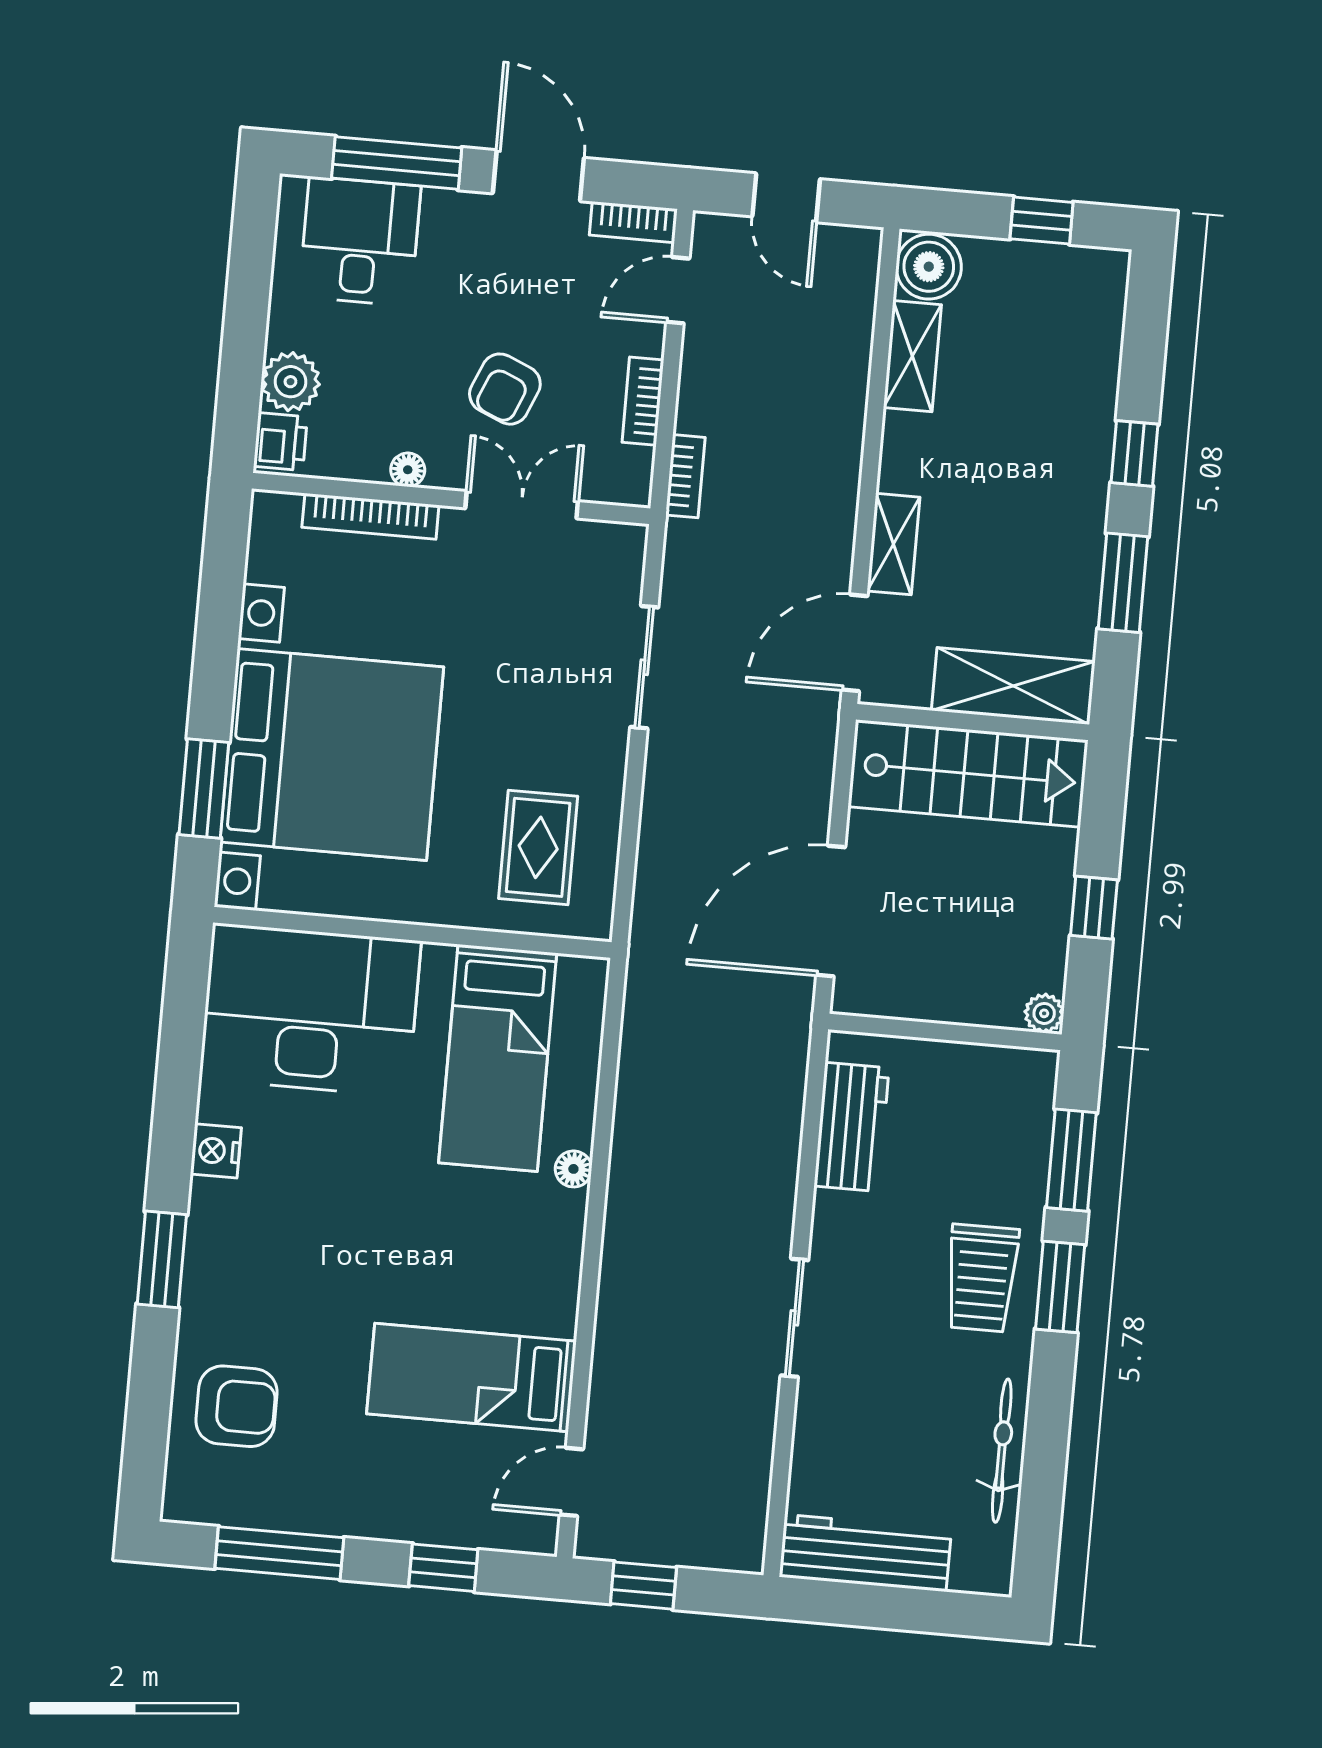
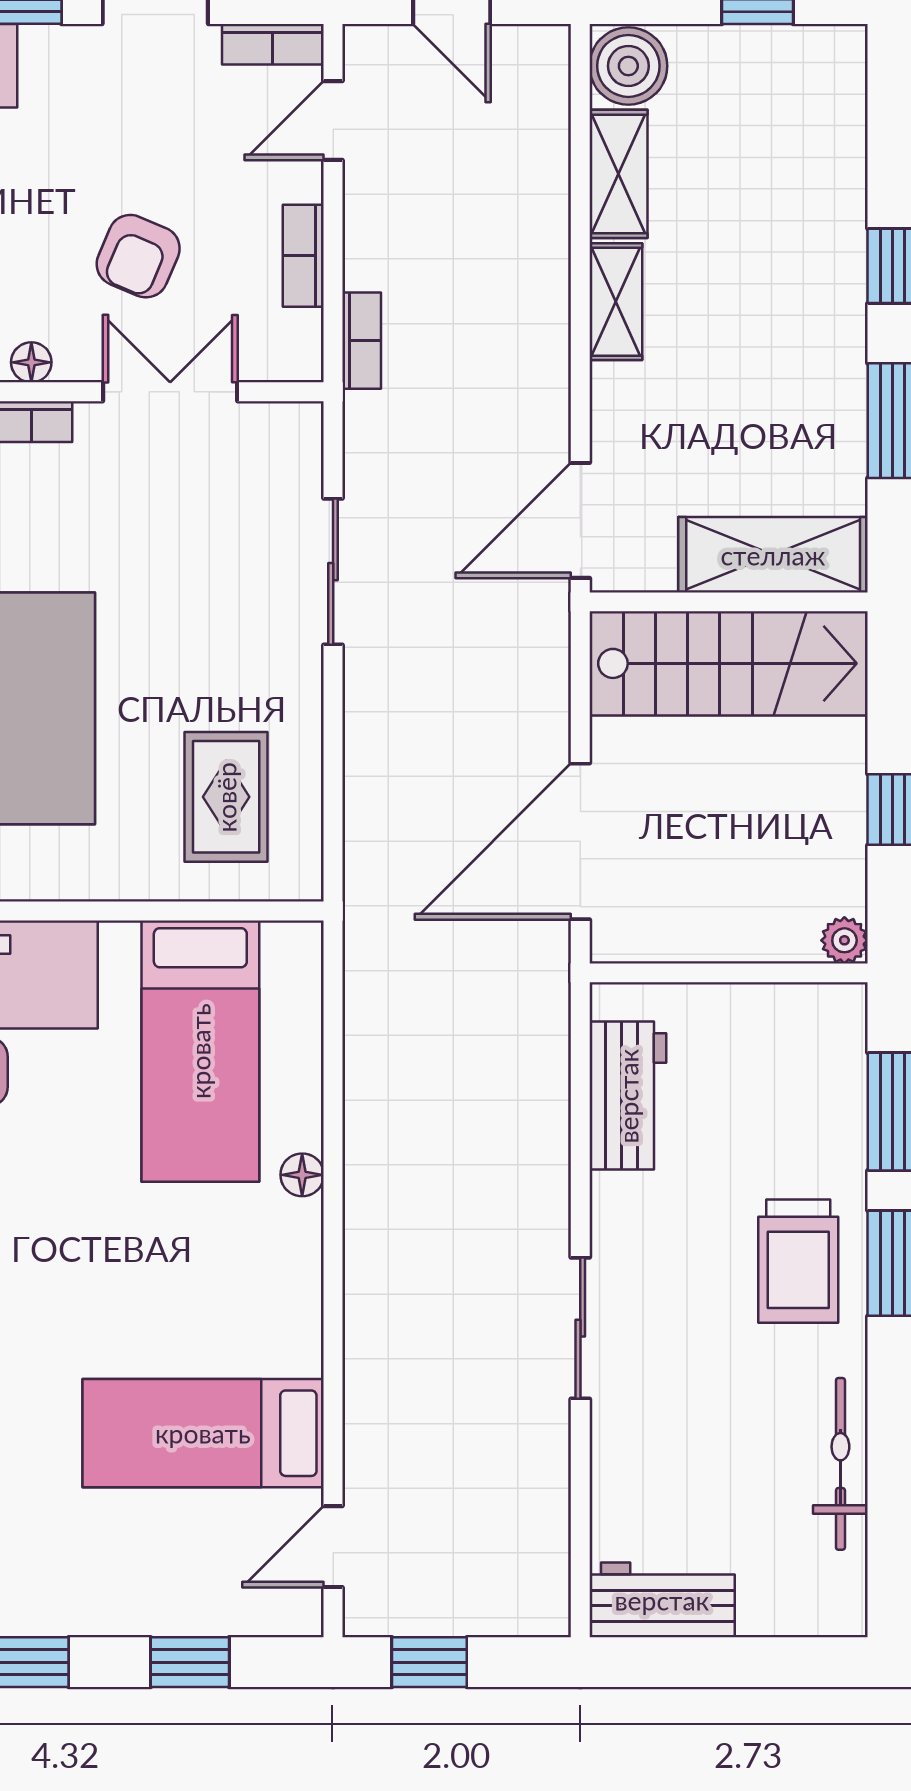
shelving: (893, 544) -> (616, 302), moved
workbench: (865, 1553) -> (662, 1600), width x0.73

